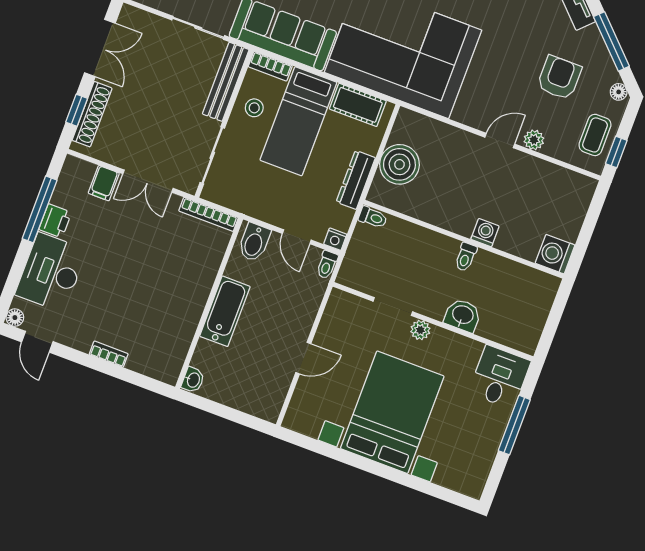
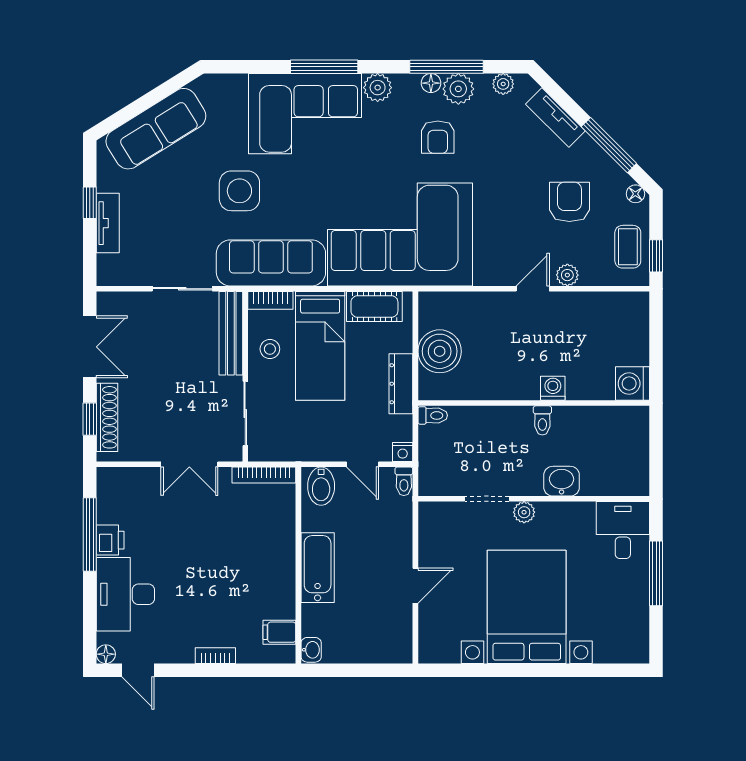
filing cabinet: (104, 183) -> (279, 632), moved, turned 90

